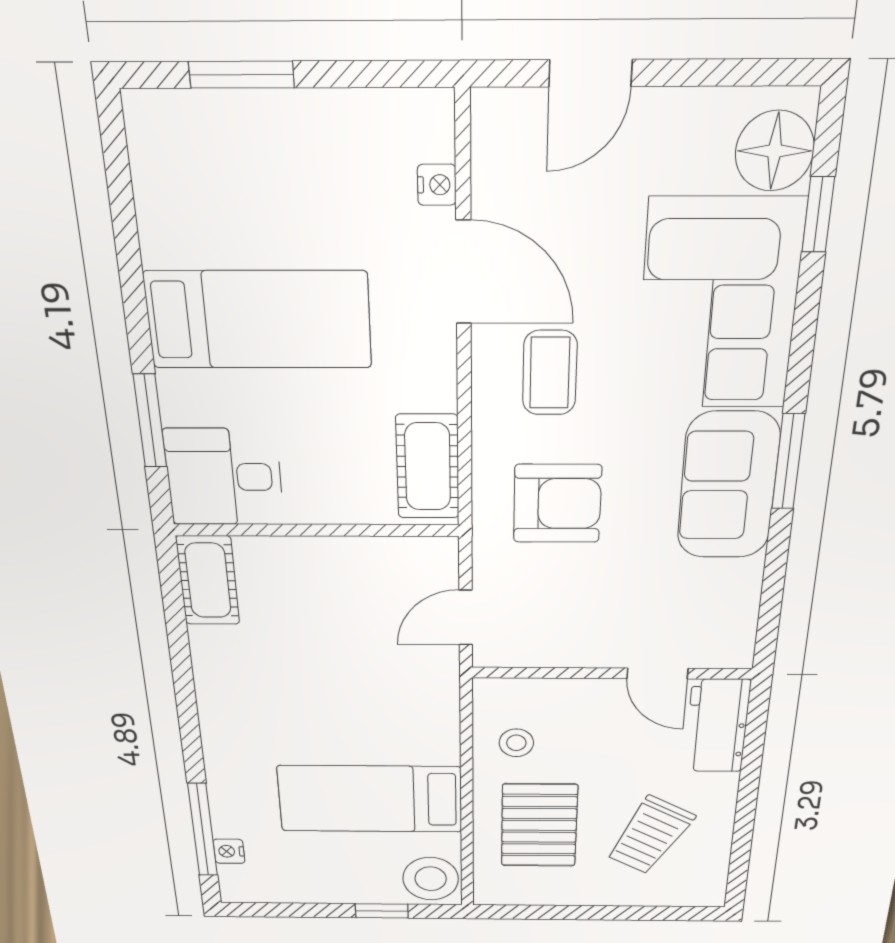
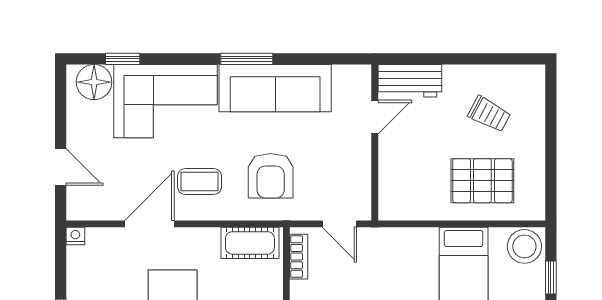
nightstand: (437, 185) -> (75, 236), moved
sofa: (728, 486) -> (275, 88), width x1.36
armchair: (557, 504) -> (271, 176), turned 180
bookcase: (404, 551) -> (299, 257), added
stool: (516, 743) -> (422, 195), removed
trolley: (650, 835) -> (489, 114), width x0.73, depth x0.72

